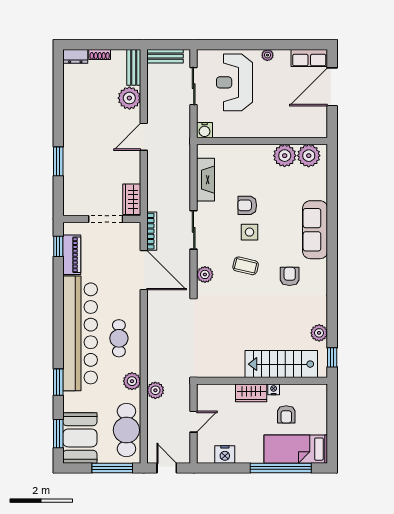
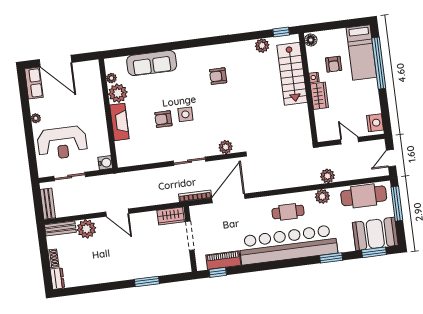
plant: (309, 156) -> (111, 78), width x0.53, depth x0.53
fireplace: (206, 180) -> (119, 122), moved, turned 90
armchair: (247, 205) -> (163, 119), turned 90
sofa: (315, 230) -> (152, 63), moved
coffee table: (246, 266) -> (214, 114), removed
floor lamp: (318, 391) -> (311, 40), added
armchair: (286, 414) -> (334, 64), turned 90
nightstand: (225, 454) -> (375, 123), moved

